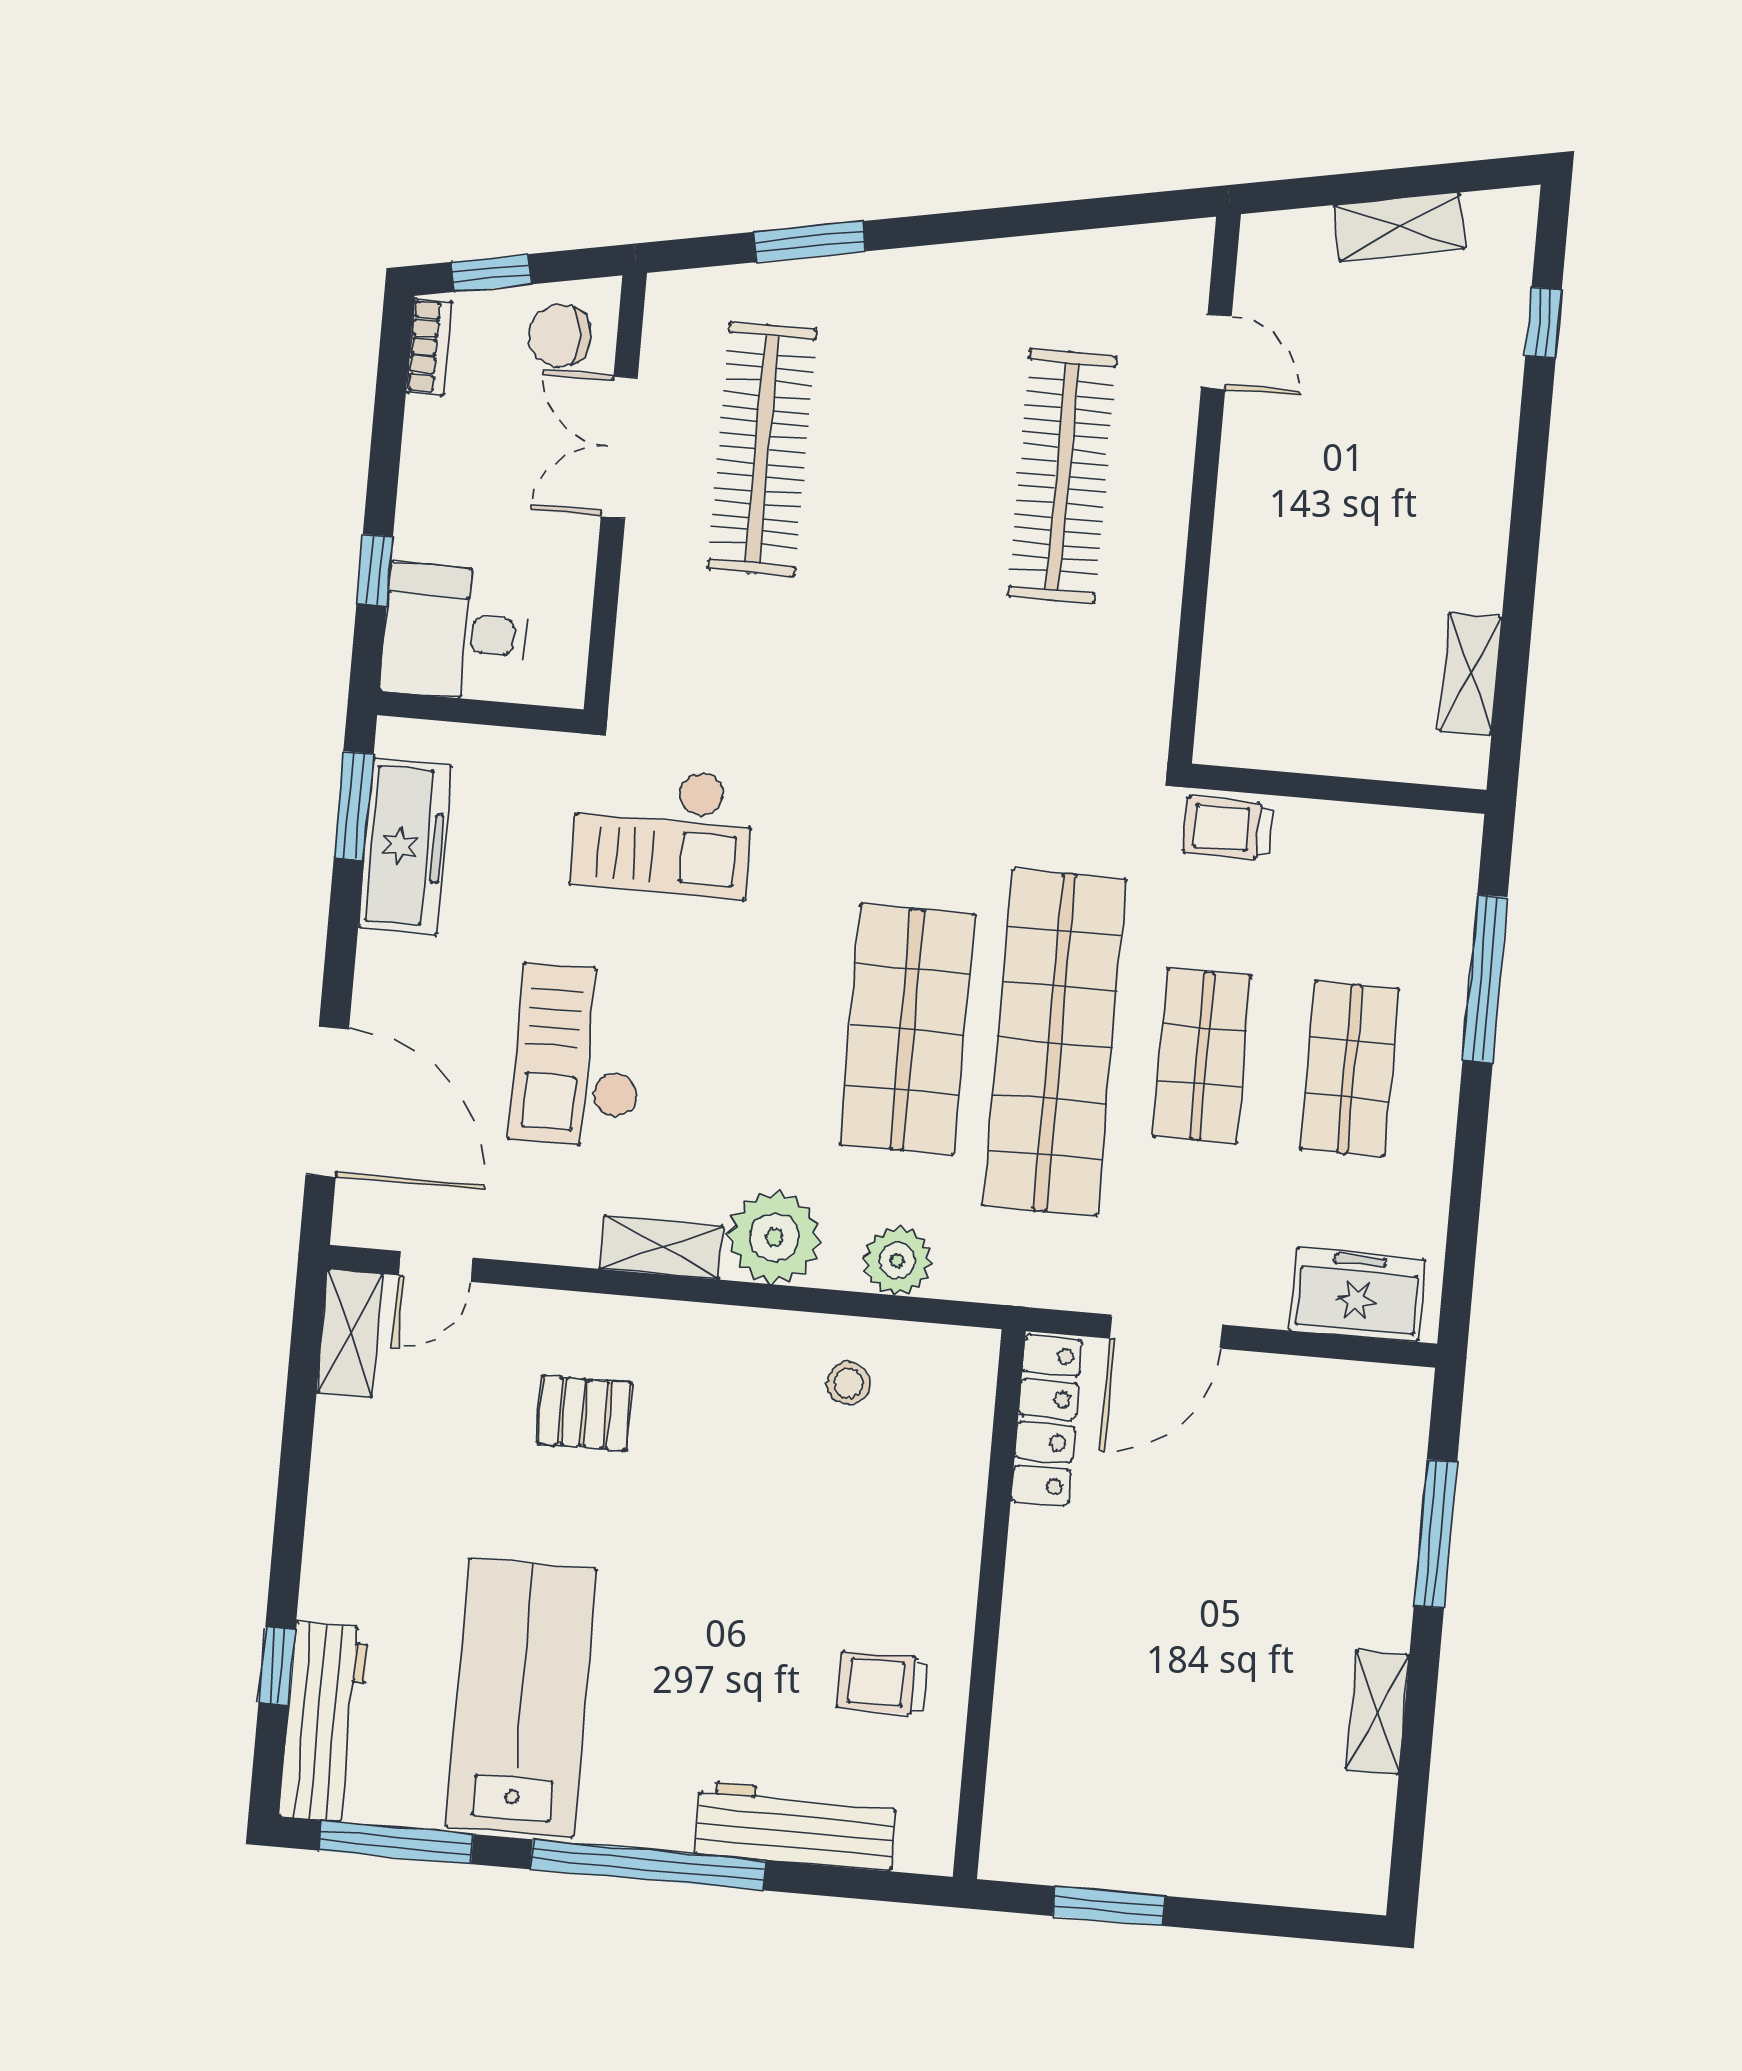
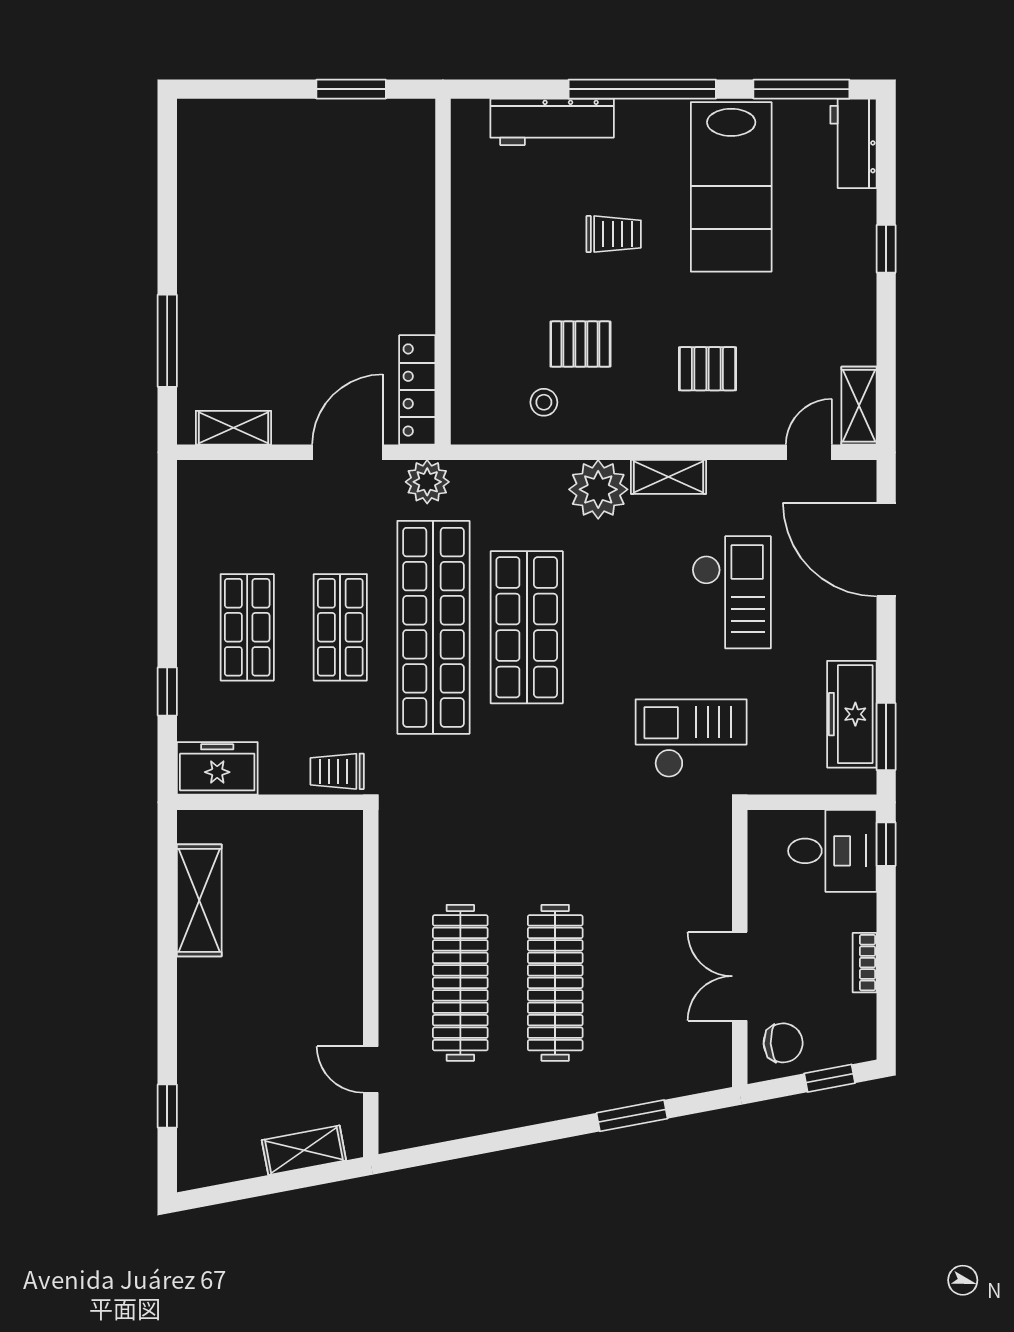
shelving: (1399, 227) -> (304, 1150), moved
bookcase: (429, 347) -> (865, 963), moved
double door: (619, 447) -> (740, 976), swing flipped
clothes rail: (762, 449) -> (555, 983), moved
window: (375, 570) -> (886, 844), moved
shelving: (1470, 674) -> (199, 900), width x1.50, depth x1.33
trolley: (1227, 828) -> (337, 771), turned 180
window: (1485, 979) -> (167, 691), width x0.46
plant: (897, 1261) -> (427, 482), moved
freezer: (1357, 1295) -> (217, 768), moved, turned 180
pallet: (782, 1470) -> (580, 344), added
window: (277, 1666) -> (886, 249), moved
trolley: (882, 1683) -> (614, 234), moved
shelving: (1377, 1712) -> (233, 428), moved, turned 90
workbench: (324, 1723) -> (853, 143), width x0.73

